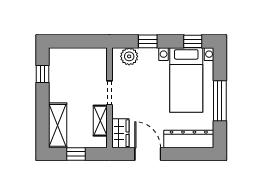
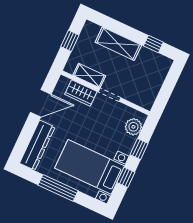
window: (193, 41) -> (126, 177), moved
shelving: (58, 125) -> (118, 44), moved
wardrobe: (120, 133) -> (81, 93), moved

